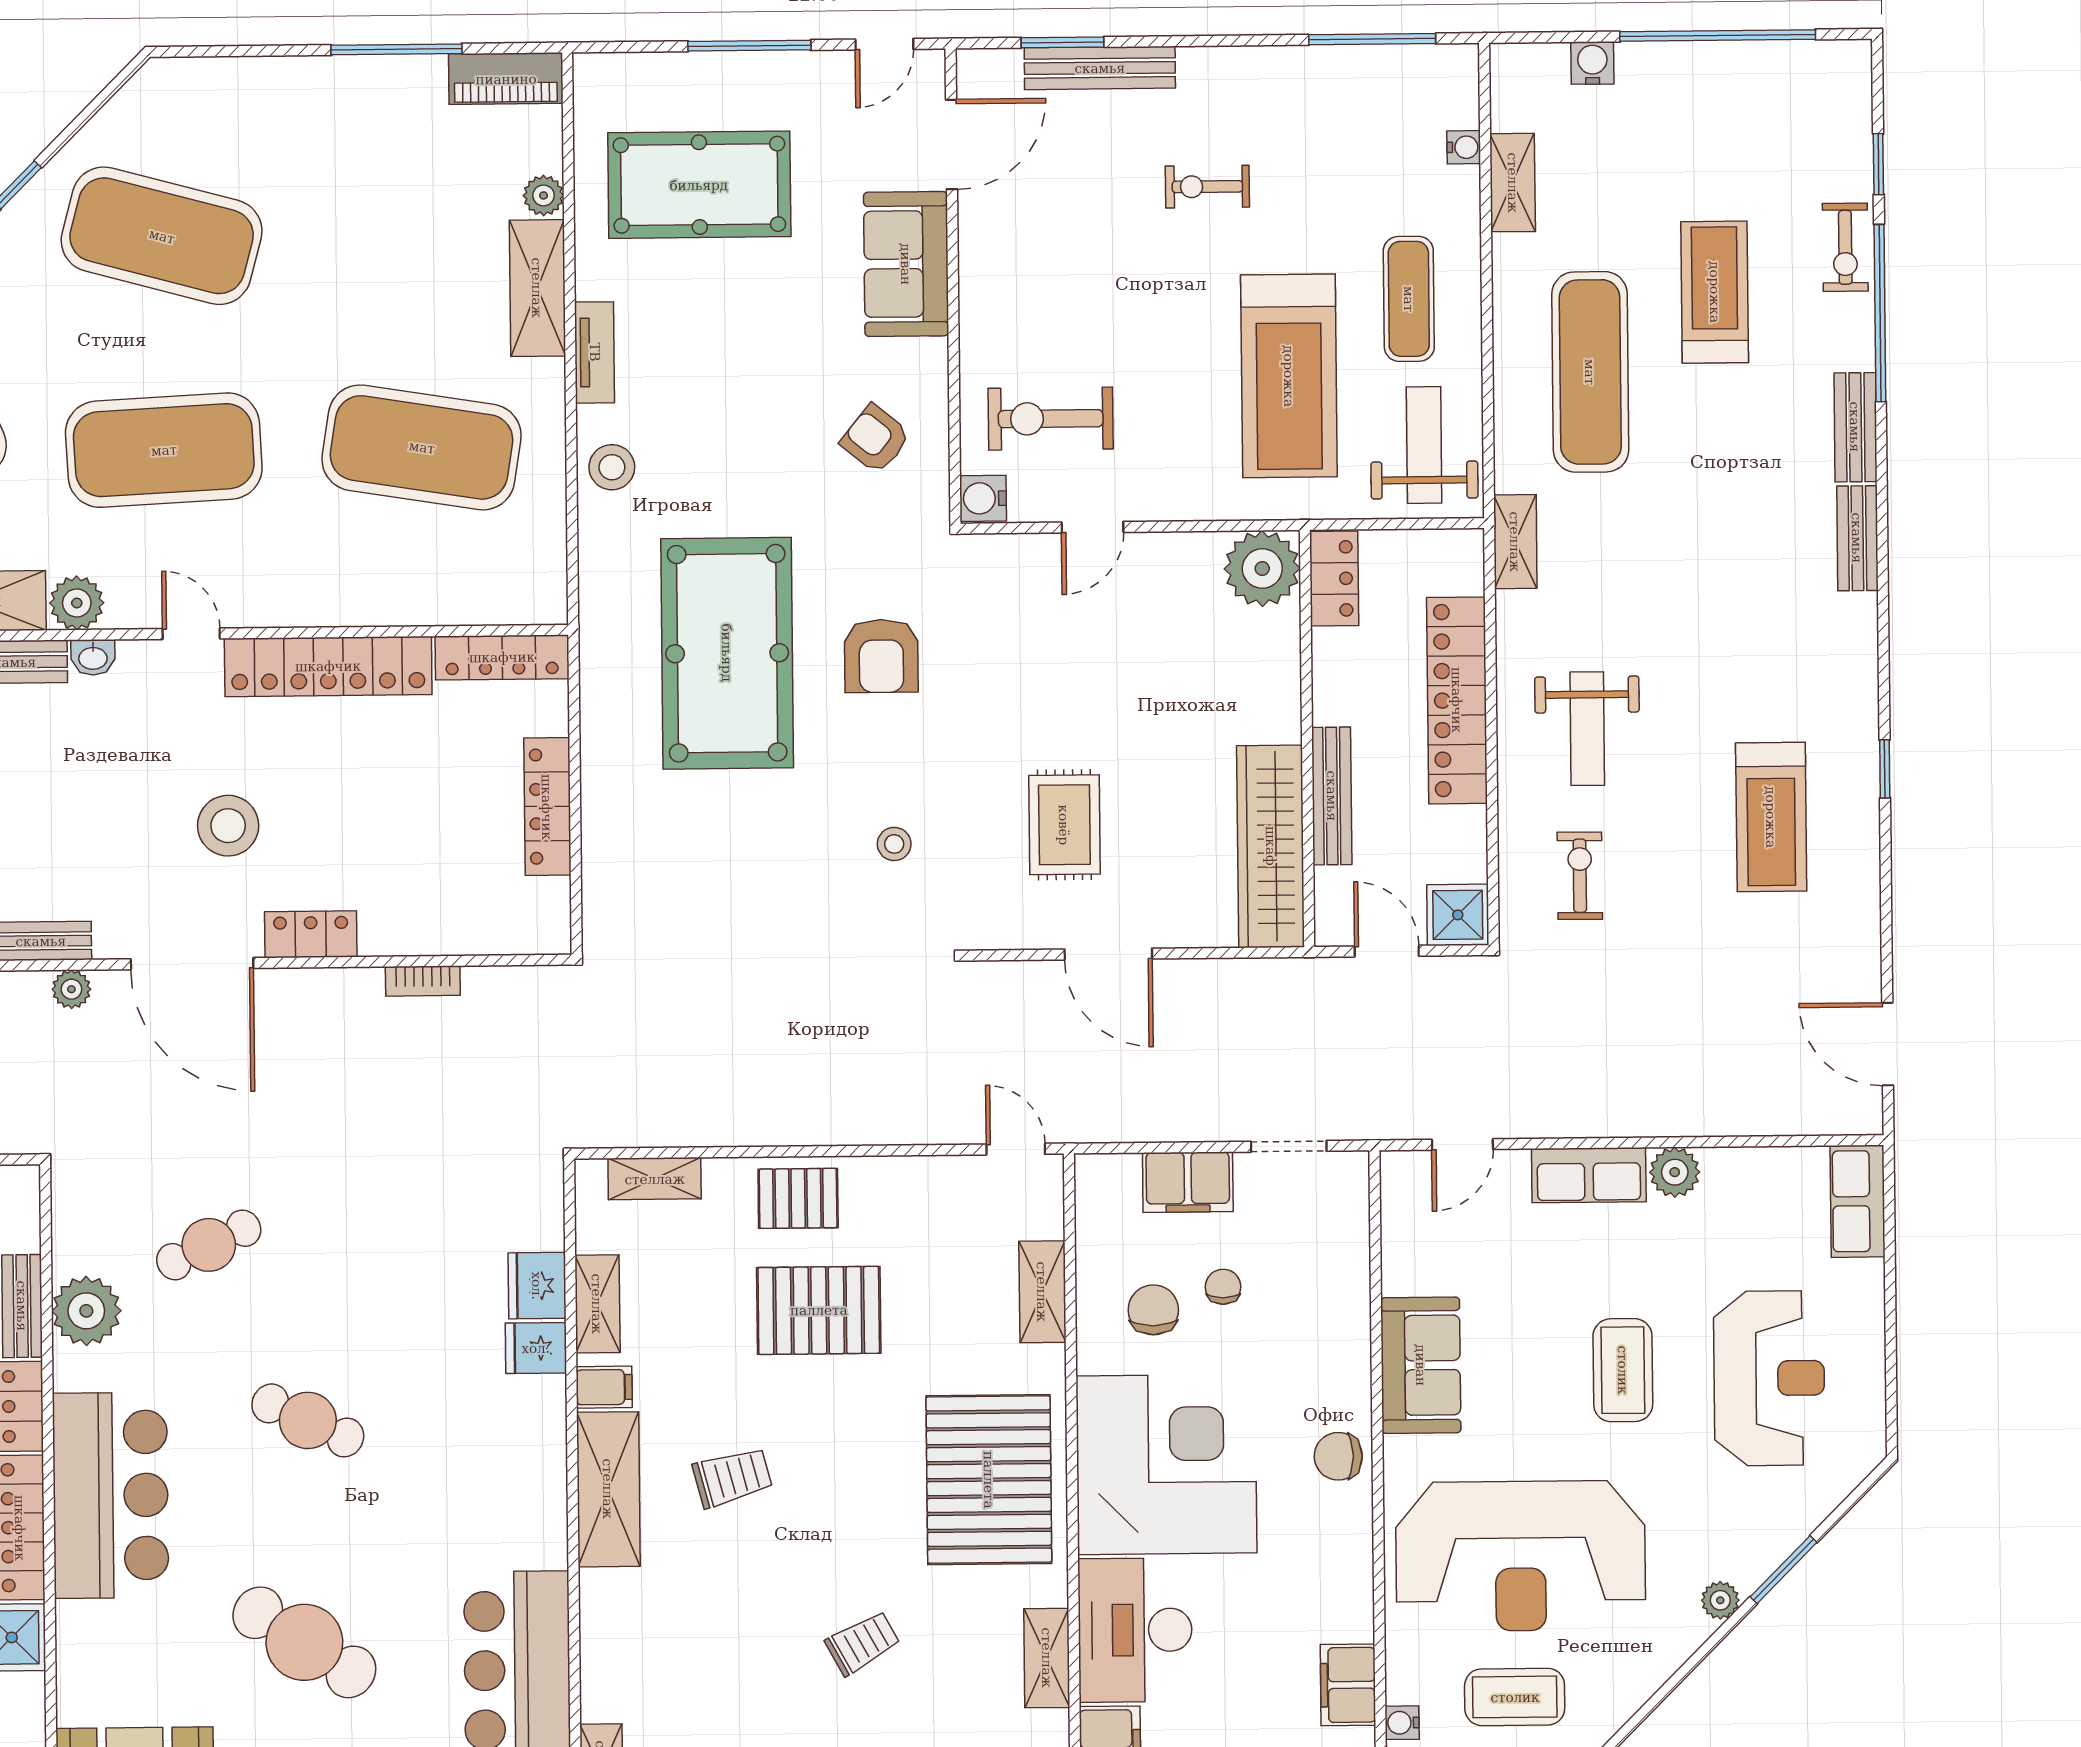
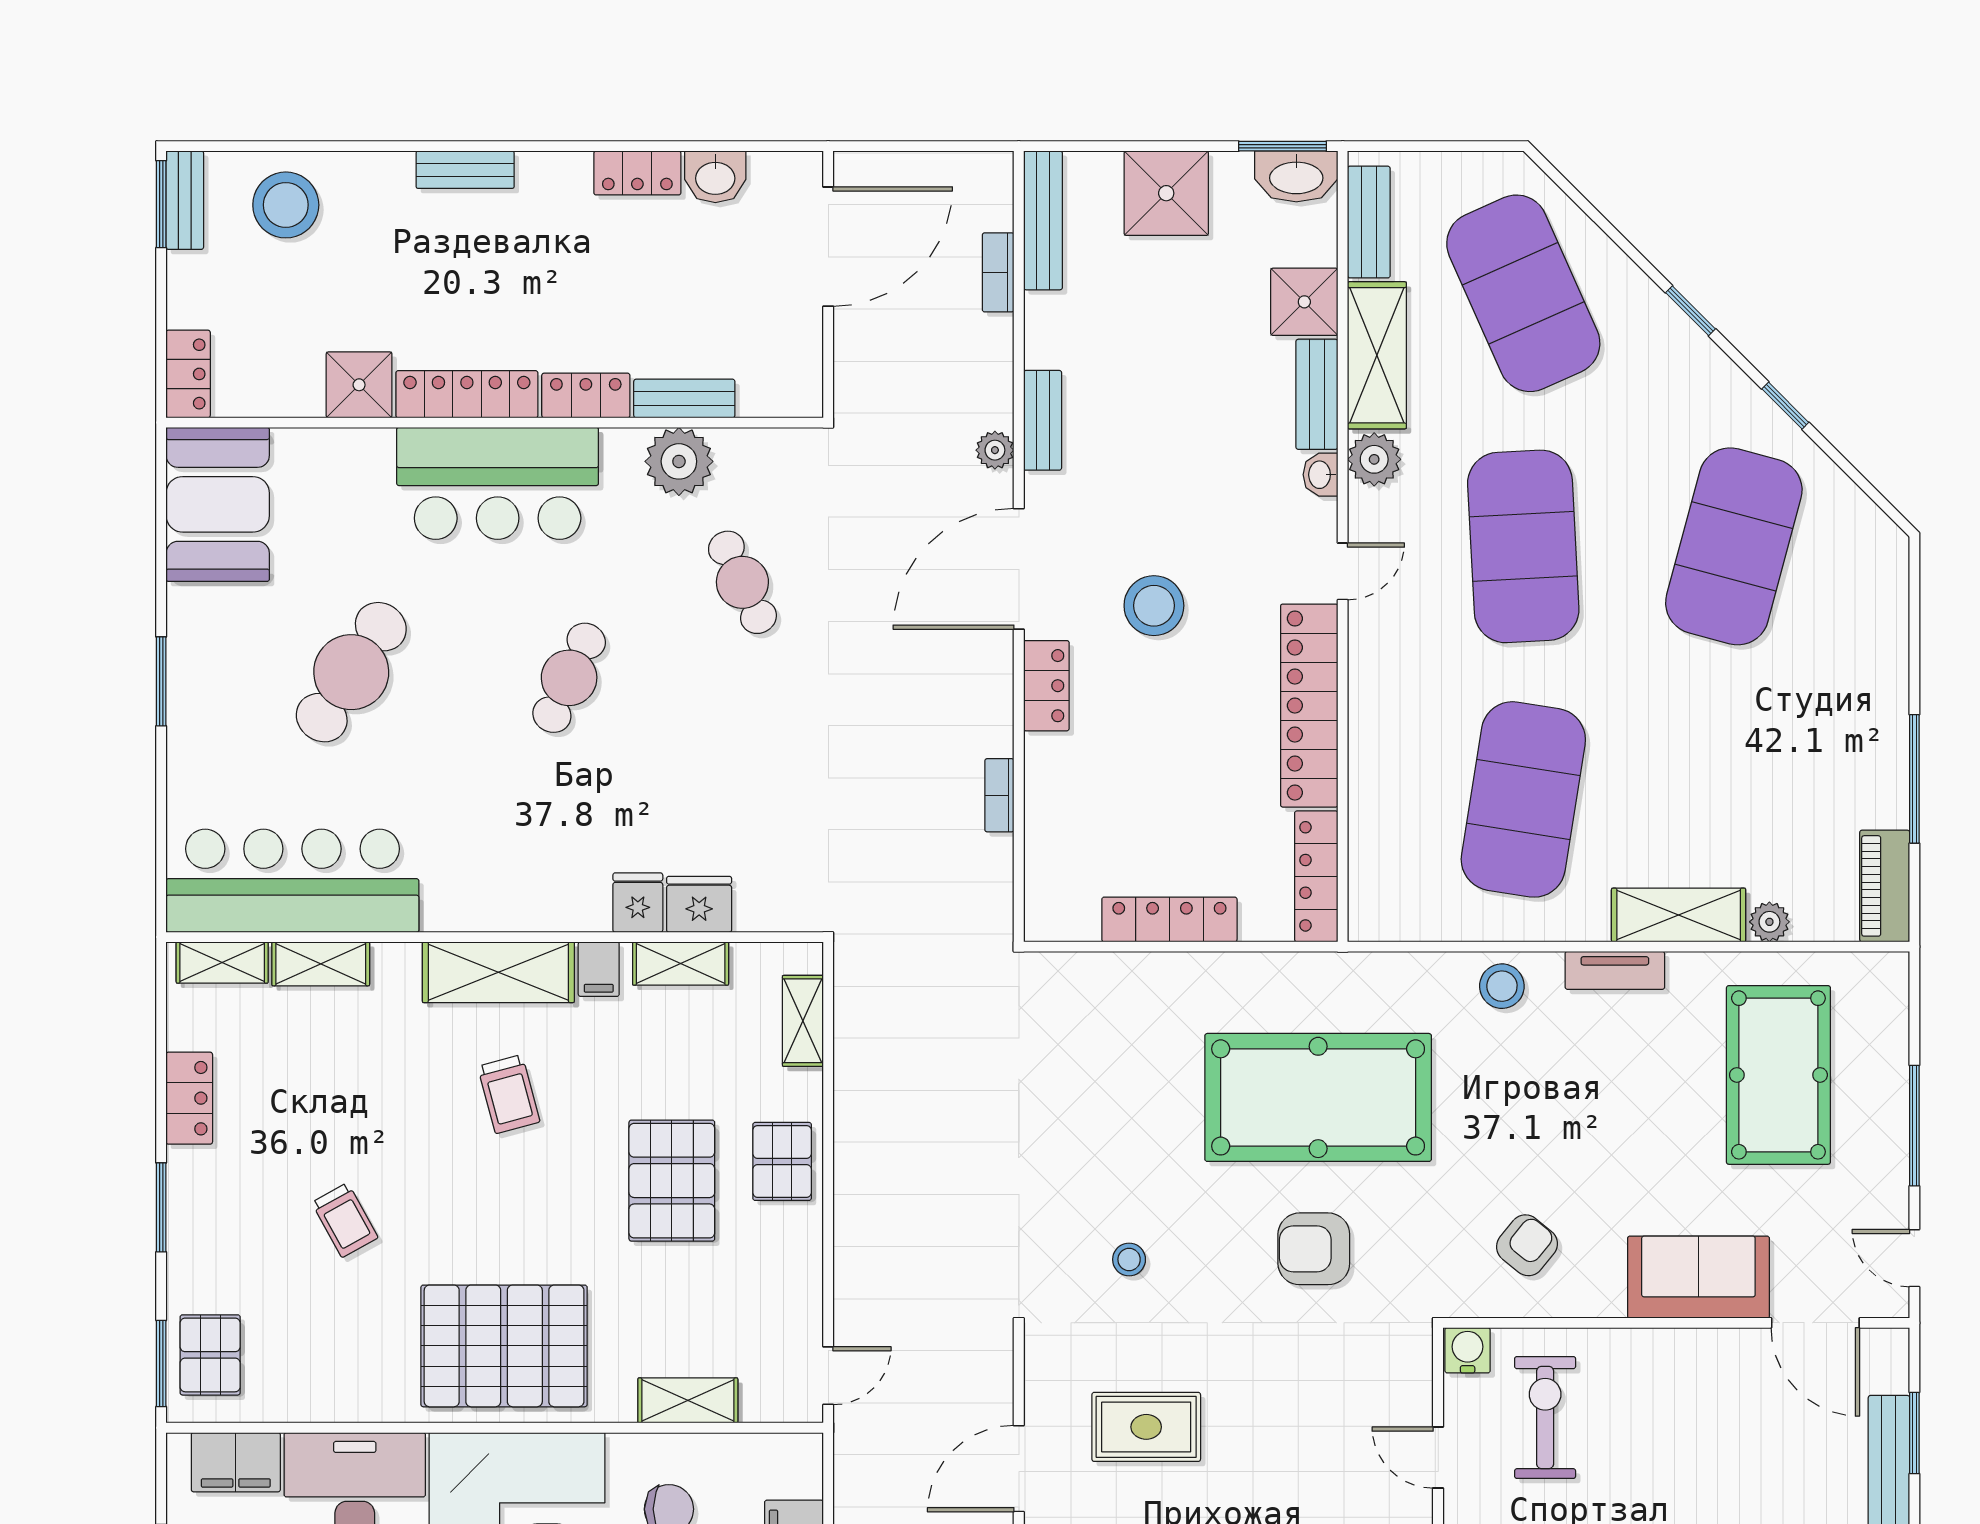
shelving: (1047, 1658) -> (321, 964), moved

